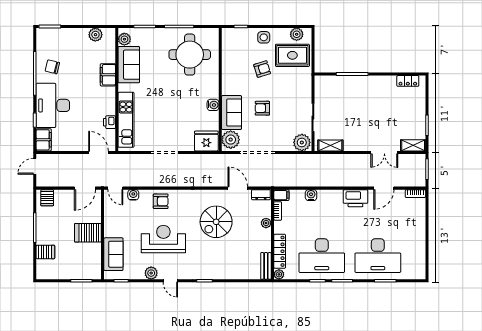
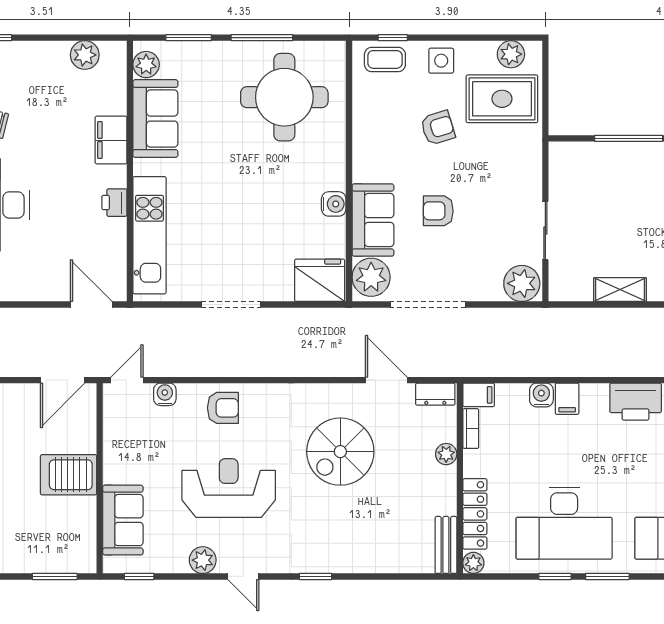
coffee table: (237, 37) -> (385, 59), added
printer: (109, 122) -> (114, 203), moved
shelving: (330, 145) -> (620, 290), moved
door: (115, 188) -> (127, 380), swing flipped
filing cabinet: (323, 197) -> (567, 399), added

